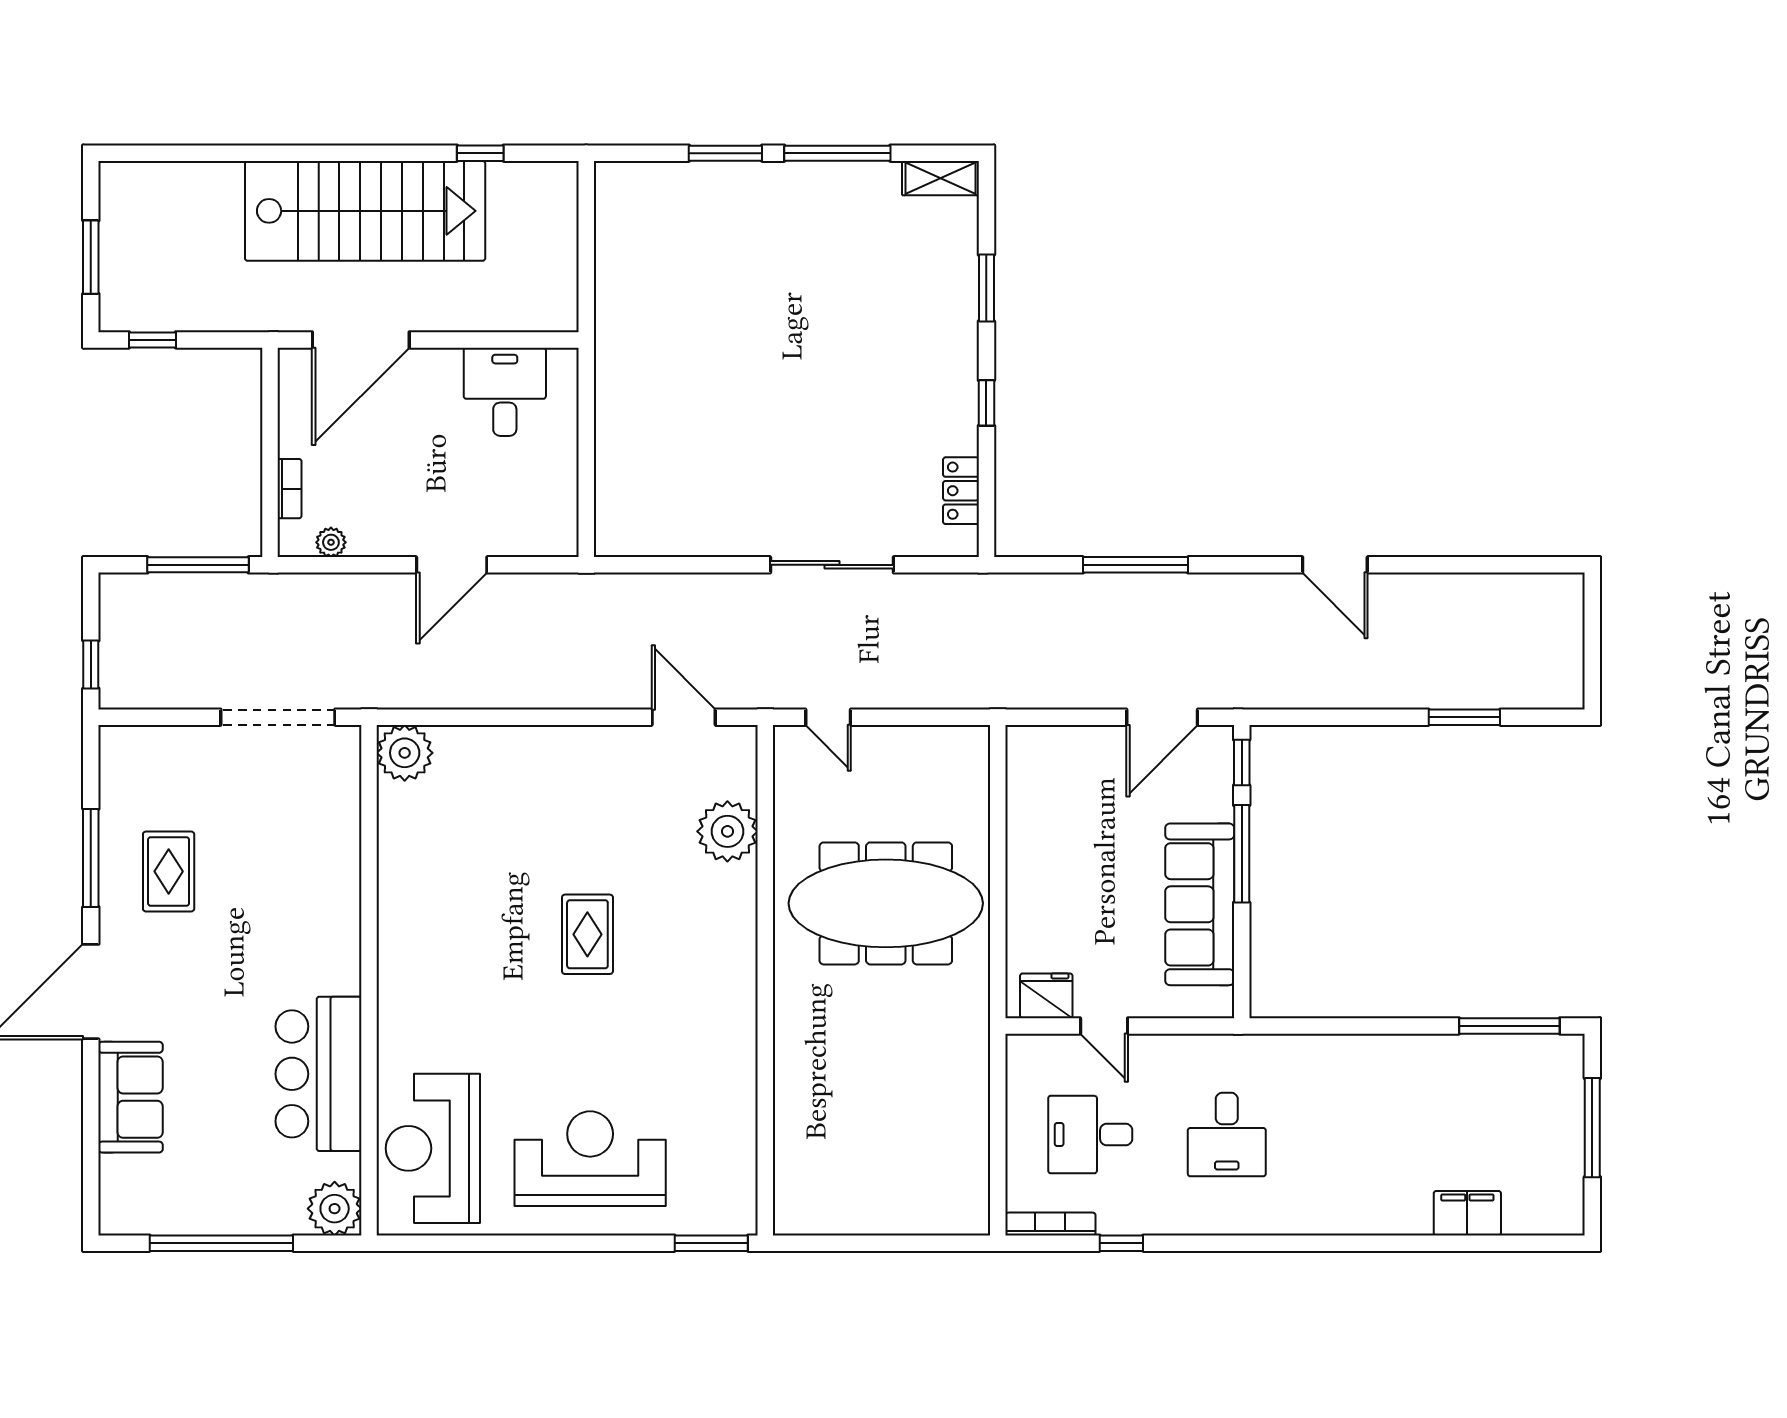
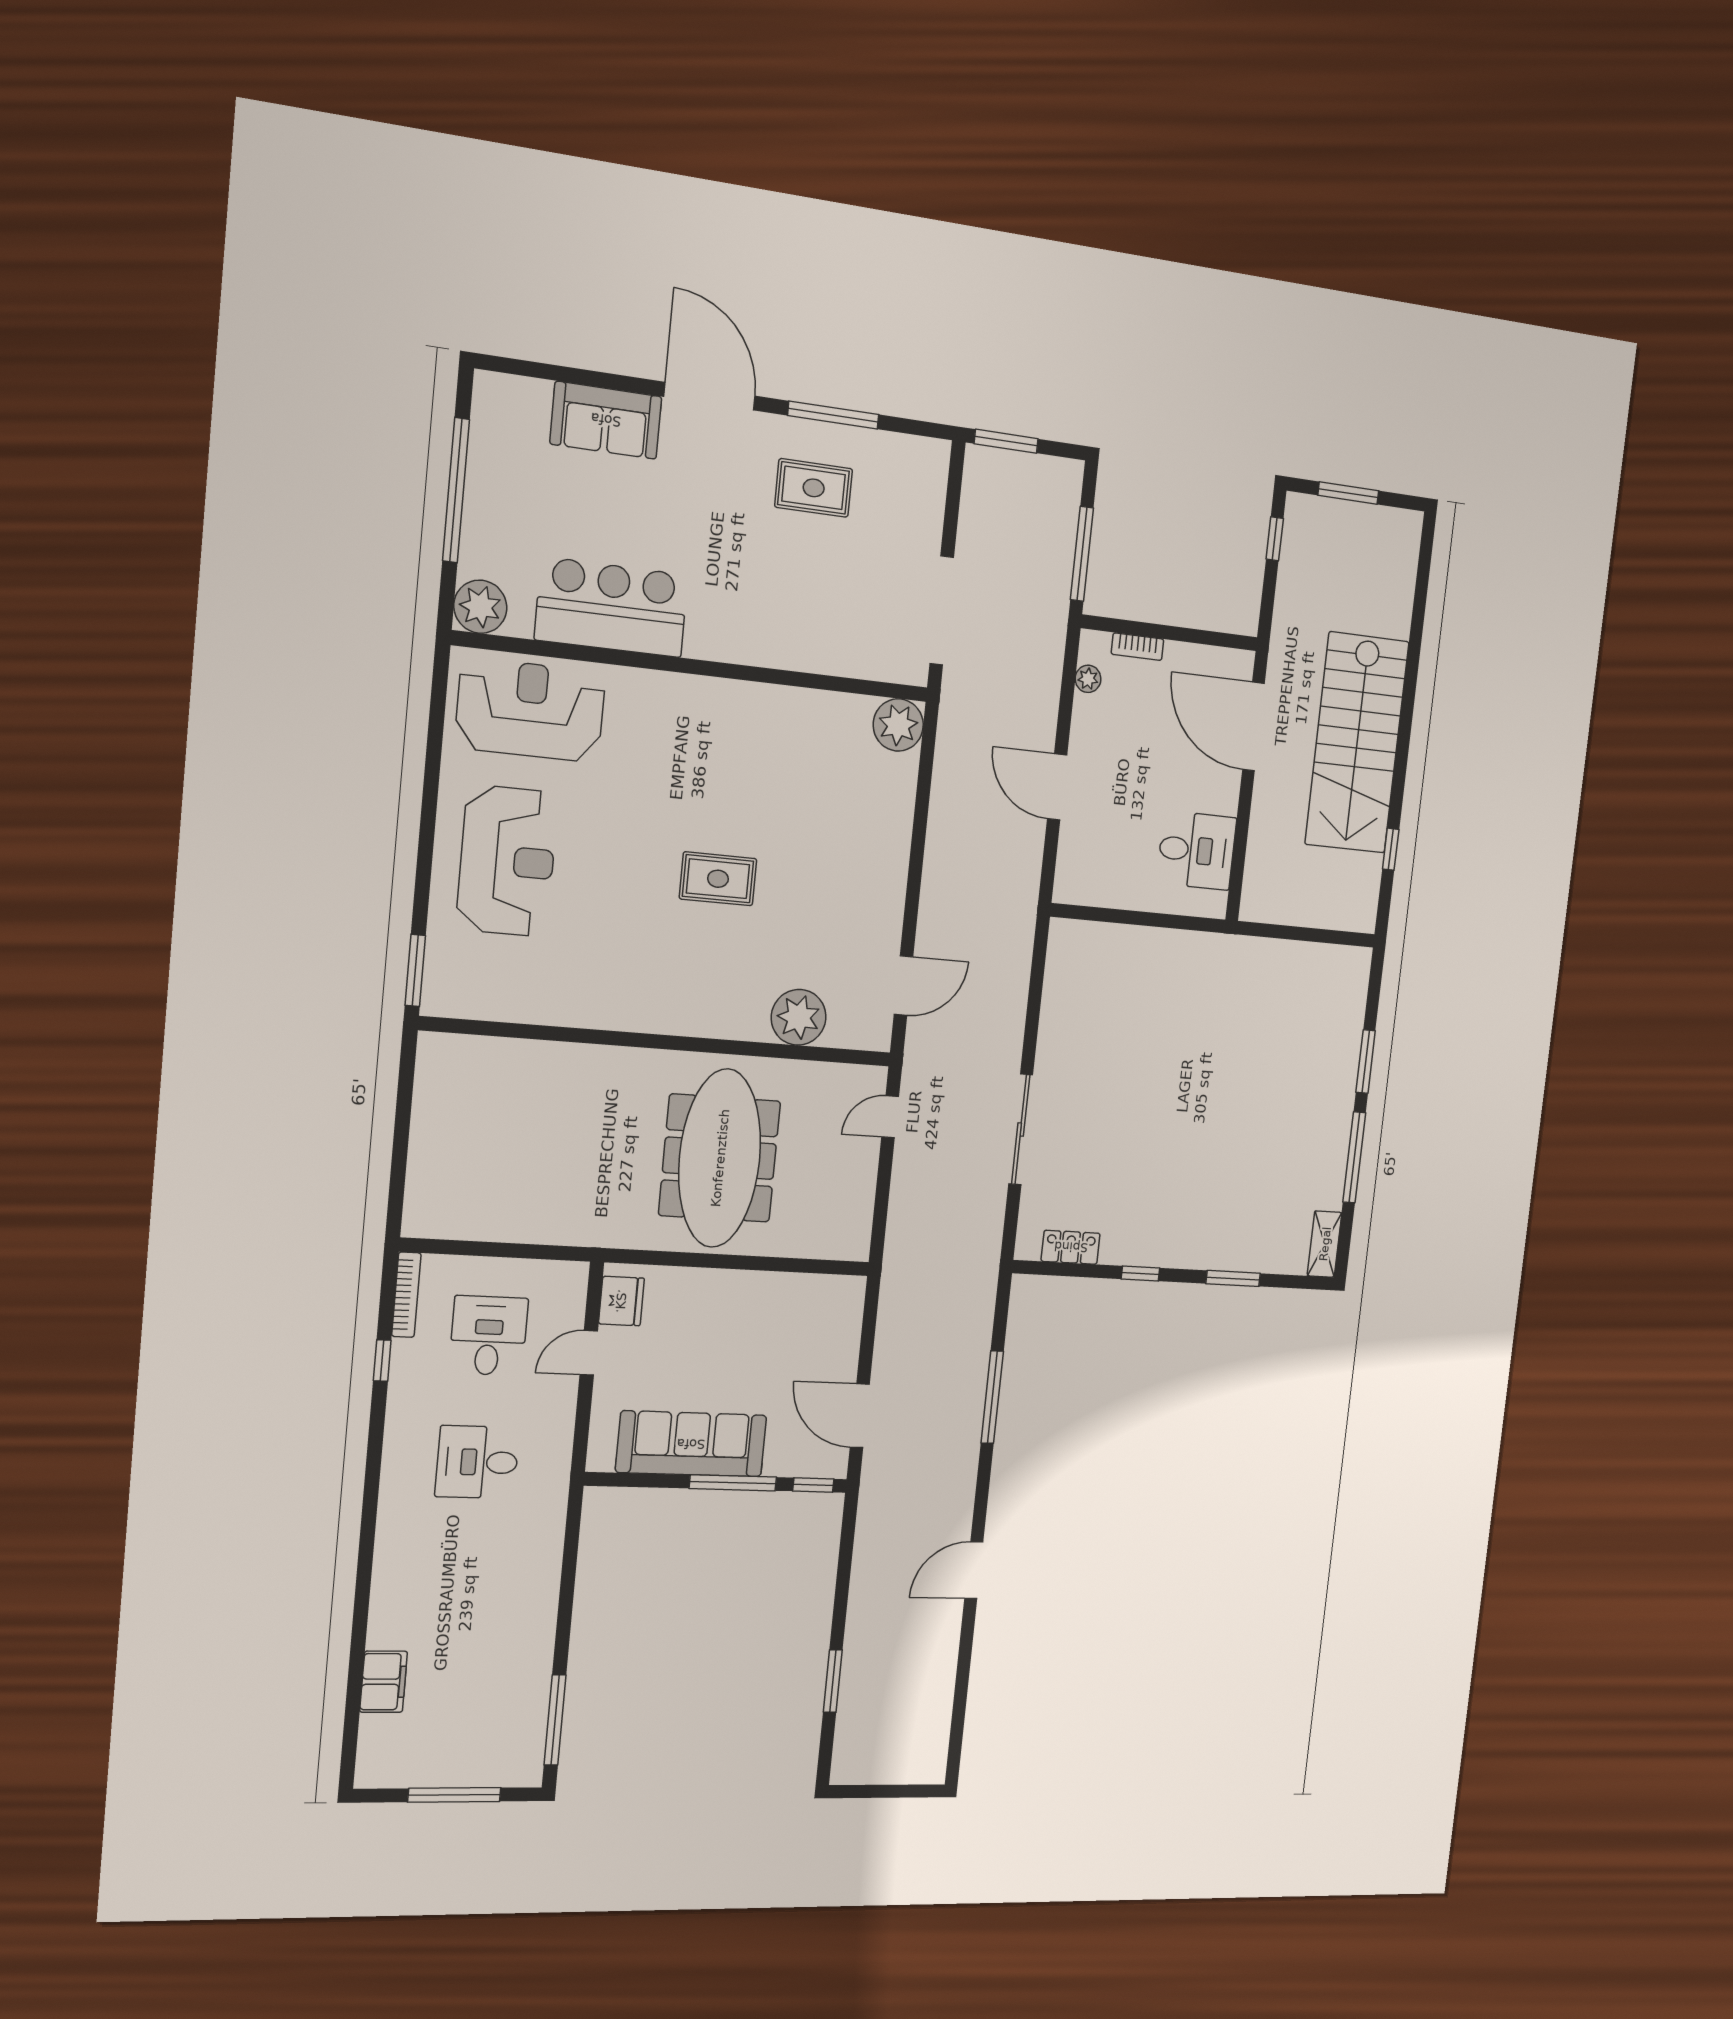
window: (91, 664) -> (1006, 441), width x1.50

